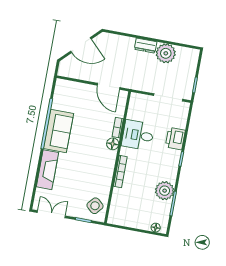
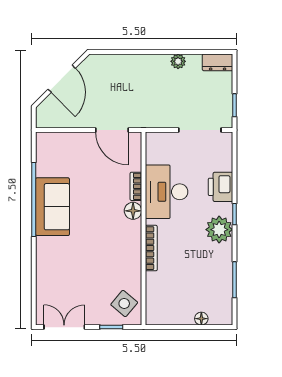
door: (81, 45) -> (62, 79), hinge flipped
dresser: (146, 46) -> (218, 62), moved
plant: (166, 53) -> (178, 61), width x0.53, depth x0.53
desk: (138, 135) -> (167, 192), width x1.37
fireplace: (47, 170) -> (47, 265), removed
plant: (165, 191) -> (219, 230), moved
floor lamp: (156, 228) -> (201, 319), moved

